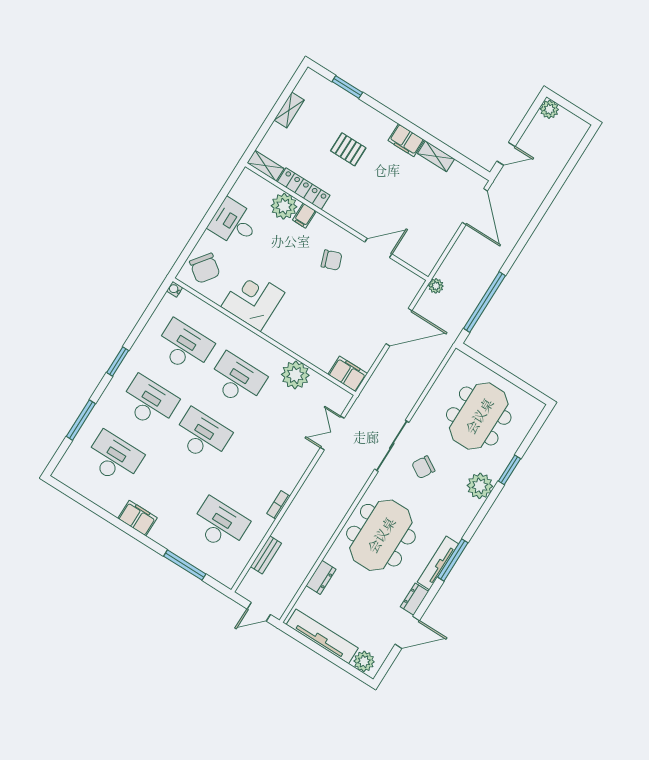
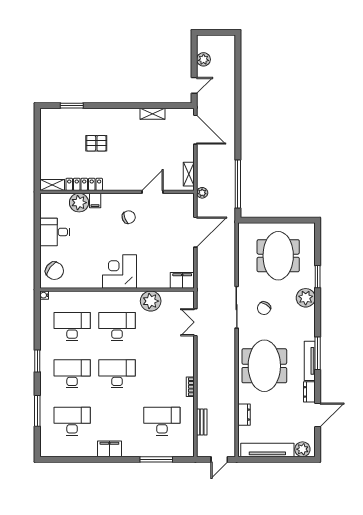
plant: (549, 109) -> (203, 59), moved
shelving: (289, 110) -> (189, 174), moved
filing cabinet: (406, 140) -> (128, 116), removed
corner desk: (253, 300) -> (119, 271), moved

